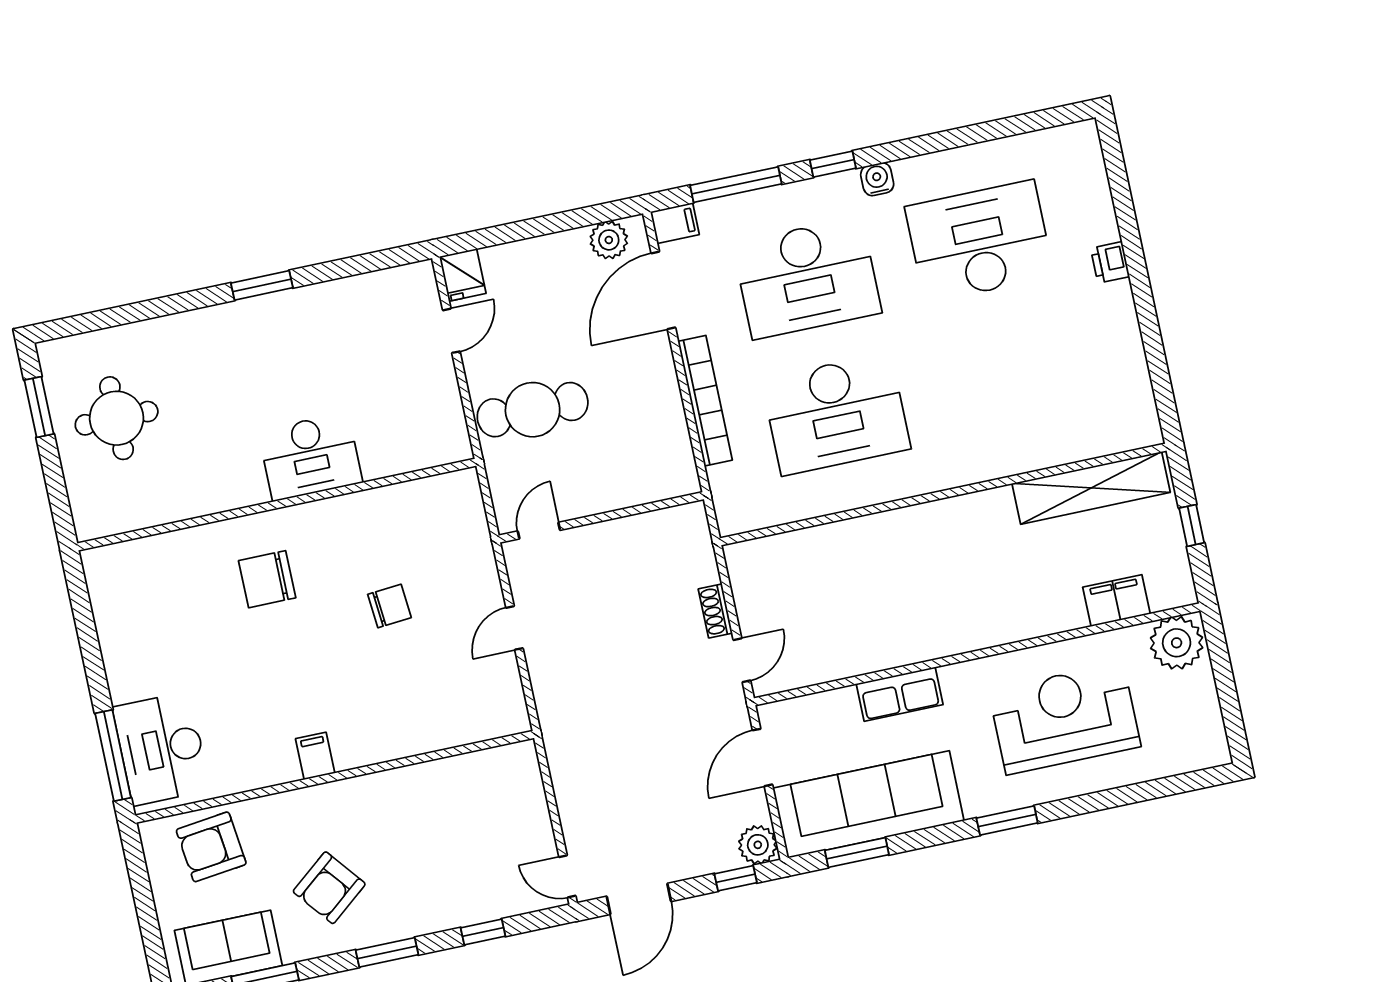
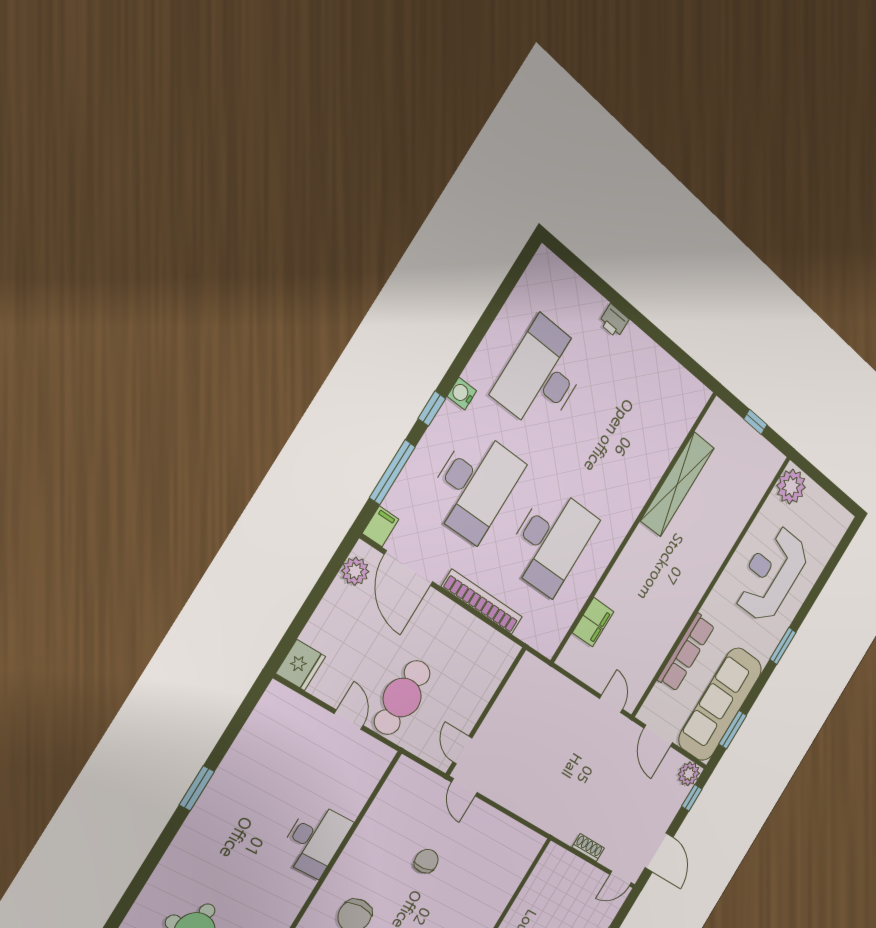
fridge: (463, 275) -> (301, 665), width x1.38
door: (451, 331) -> (349, 720), moved
shelving: (1091, 488) -> (677, 484), moved
filing cabinet: (1116, 601) -> (593, 622), moved, turned 180
shoe rack: (715, 611) -> (588, 848), moved, turned 180
door: (515, 628) -> (464, 787), moved
row of seats: (900, 694) -> (686, 653), width x1.48

